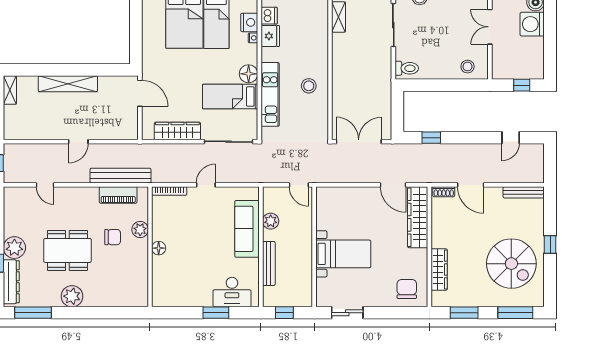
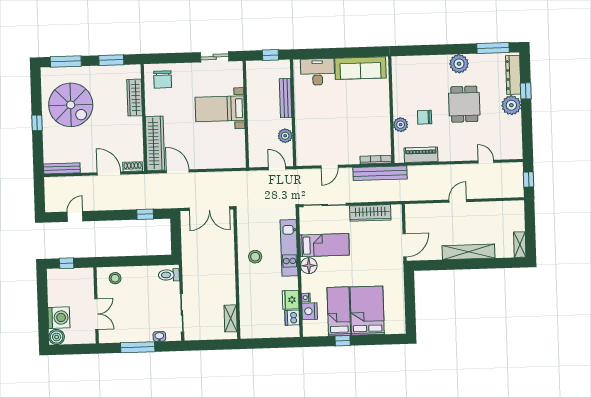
door: (140, 93) -> (404, 245), swing flipped
bench: (120, 176) -> (380, 173), moved
door: (206, 185) -> (330, 167), moved
door: (299, 185) -> (277, 168), moved
sofa: (247, 229) -> (360, 68), moved, turned 90
floor lamp: (159, 248) -> (384, 109), removed
dining table: (67, 250) -> (464, 104), width x0.73
spiral stairs: (511, 264) -> (71, 105), turned 180
window: (216, 313) -> (331, 53), removed

